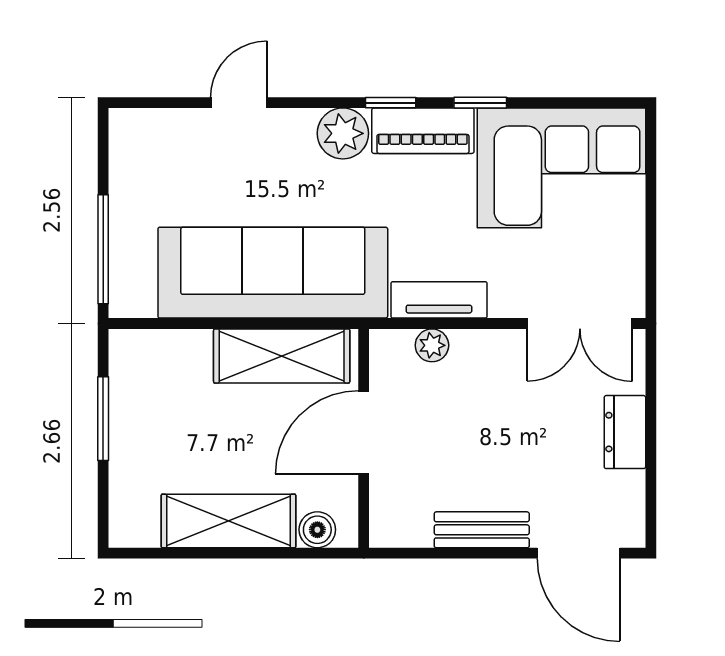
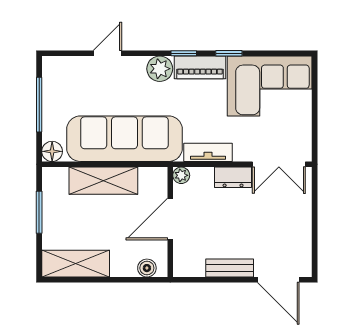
window: (103, 249) -> (39, 105), moved
floor lamp: (129, 298) -> (52, 151), added
plant: (432, 345) -> (181, 175), moved
shelving: (282, 356) -> (103, 181), moved
dresser: (625, 432) -> (233, 177), moved, turned -90
shelving: (228, 521) -> (76, 264), moved

